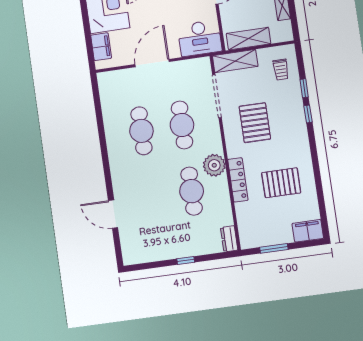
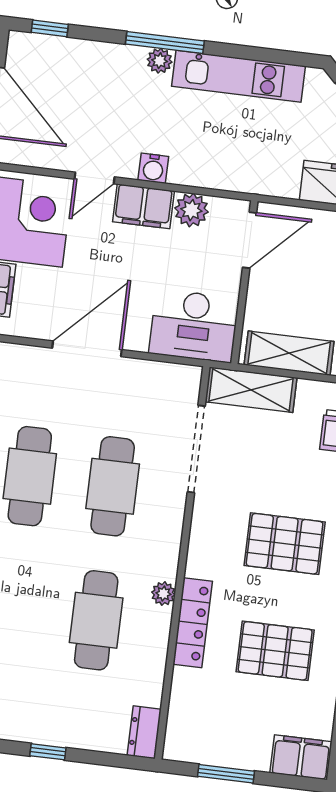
pallet: (255, 123) -> (285, 544), moved, turned 90
plant: (214, 165) -> (163, 594), width x0.53, depth x0.53

